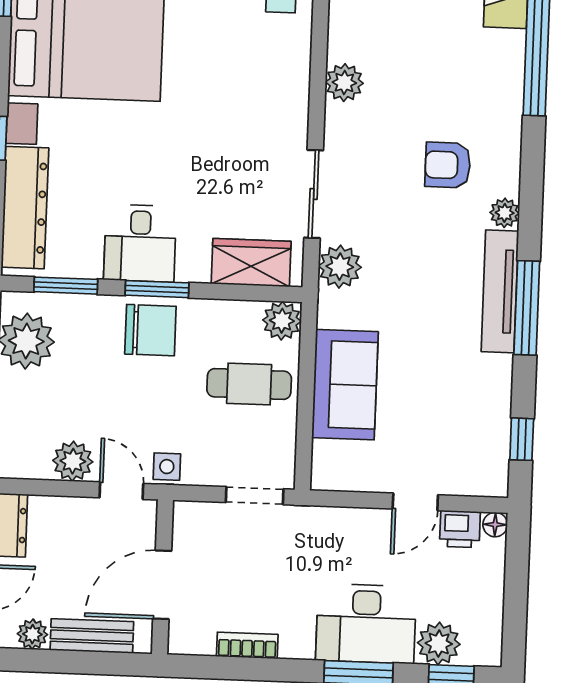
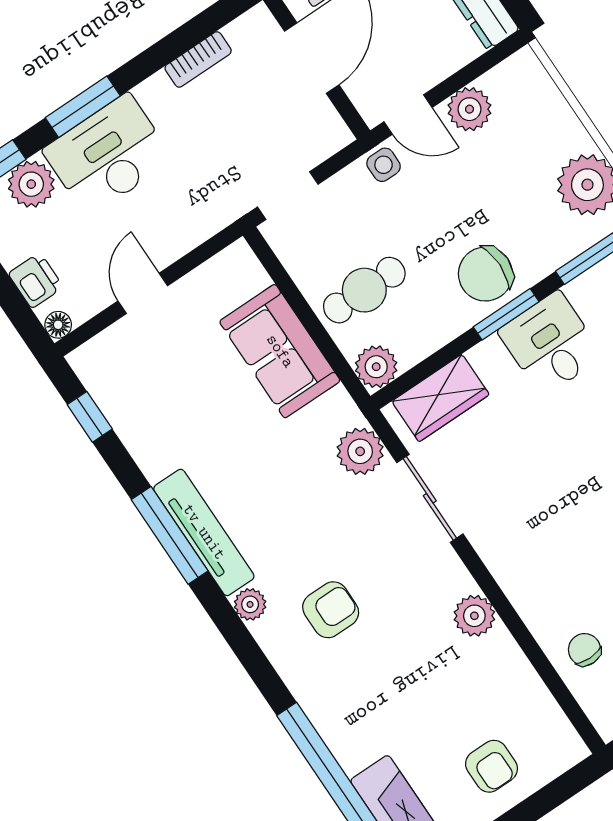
printer: (460, 529) -> (36, 280), moved, turned 90

